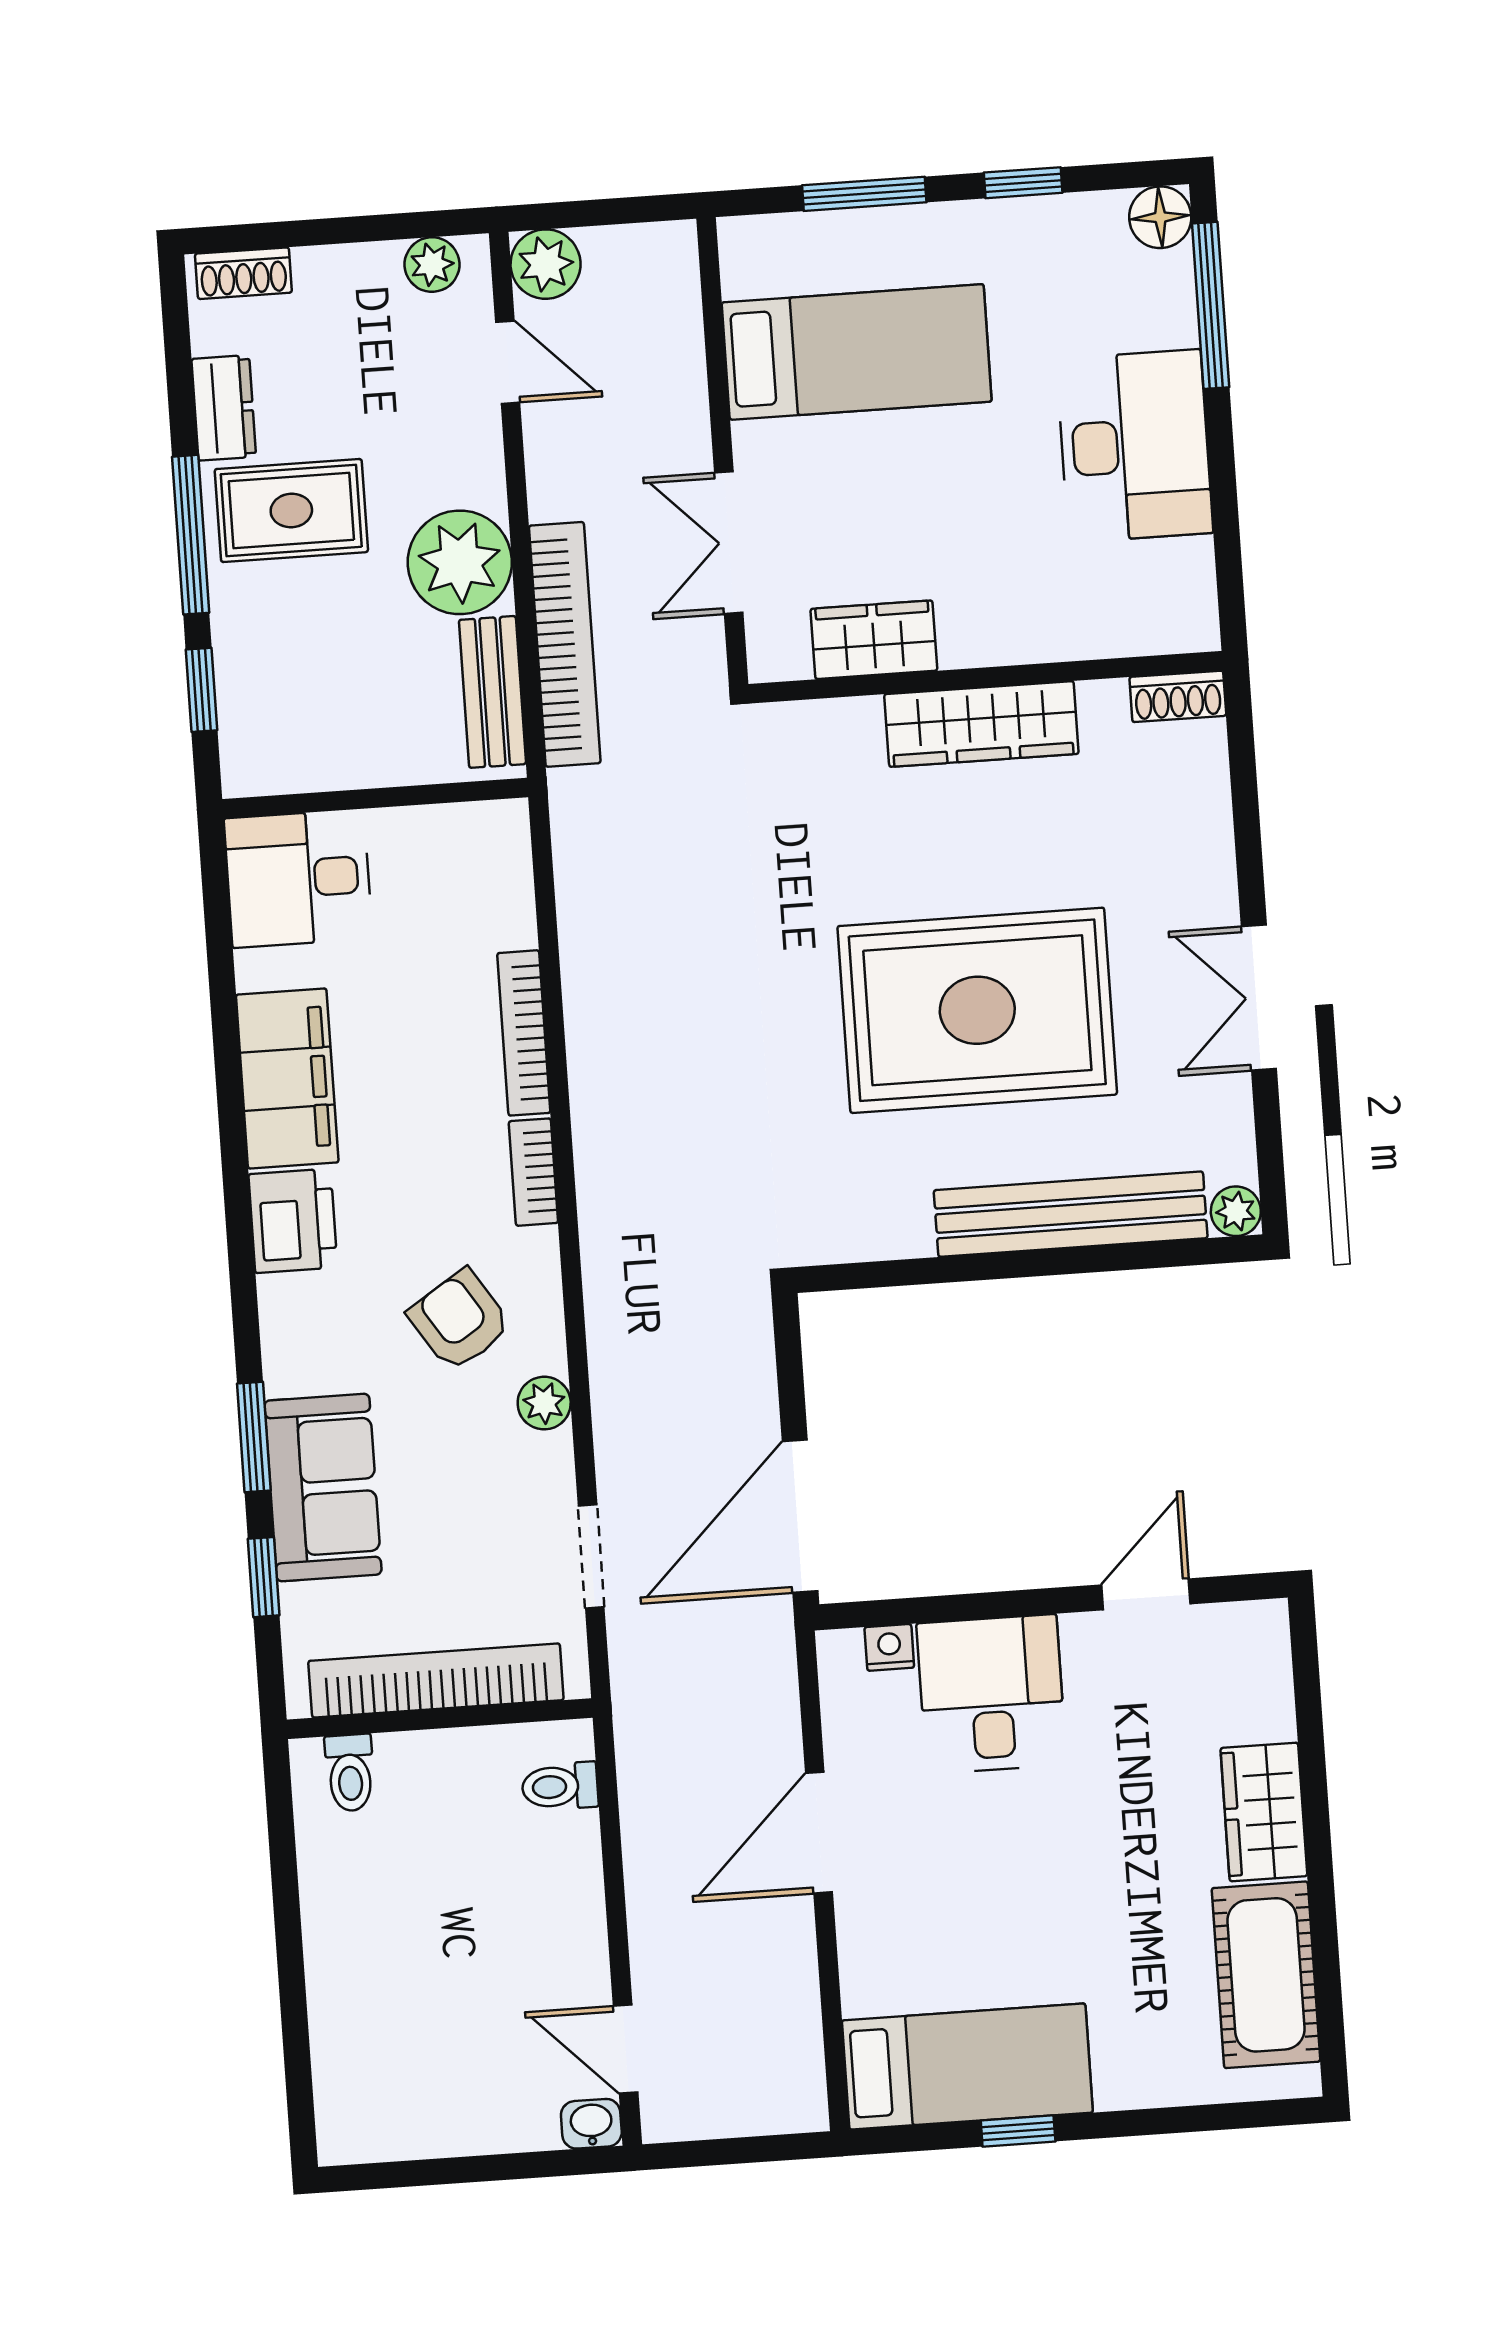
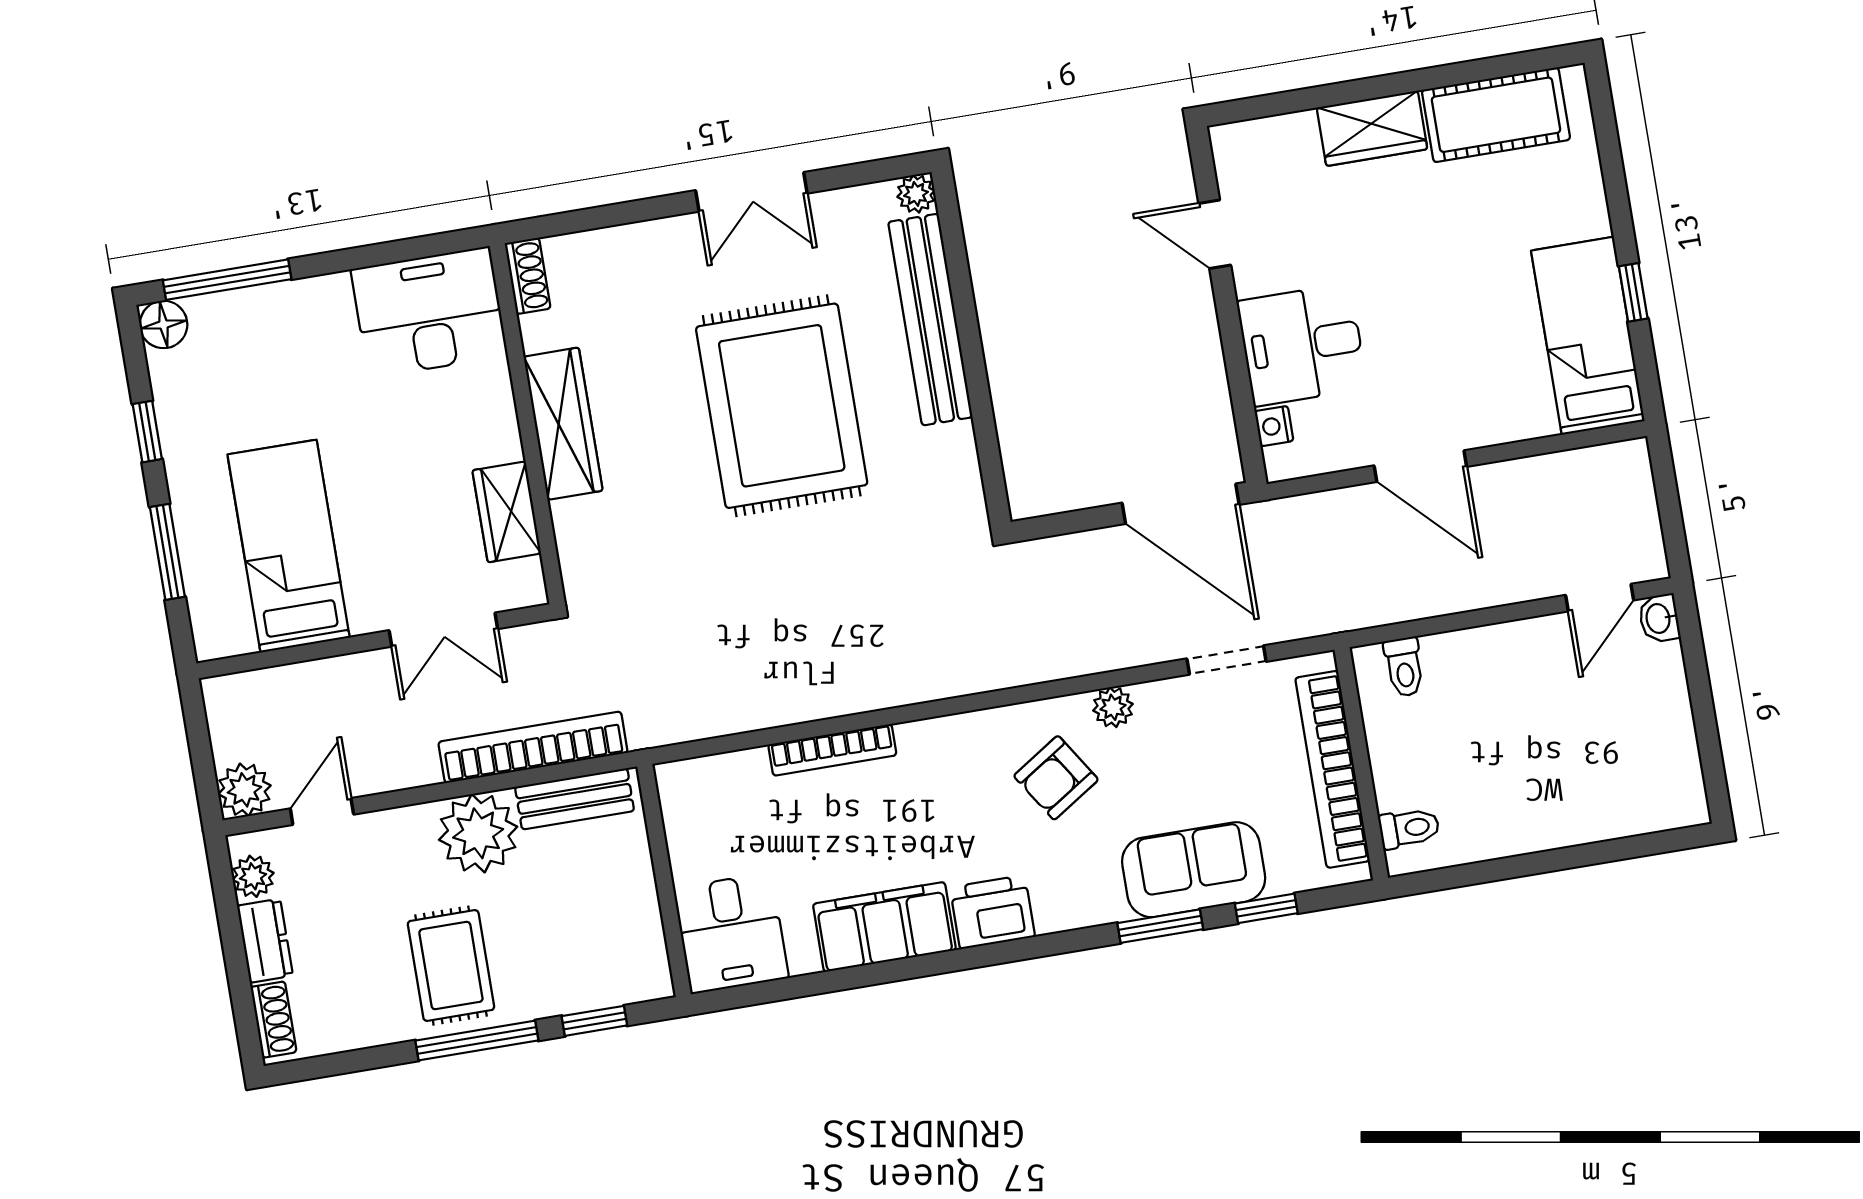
dresser: (224, 408) -> (265, 941), moved, turned 90
desk: (1135, 446) -> (429, 312), moved
bookcase: (533, 1172) -> (938, 732), removed

